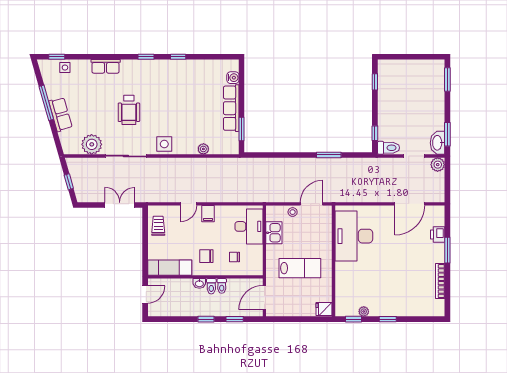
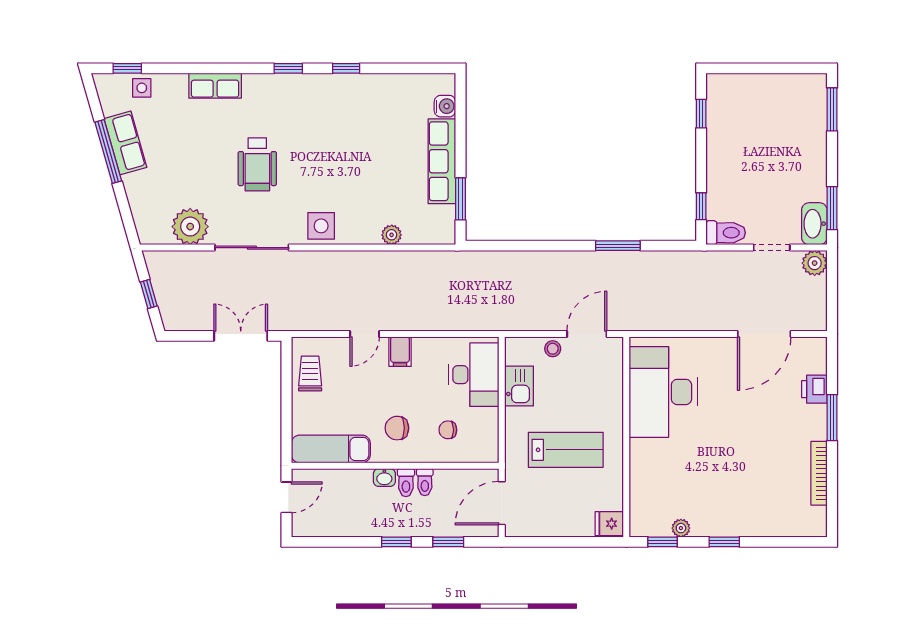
row of seats: (60, 114) -> (125, 143), moved

